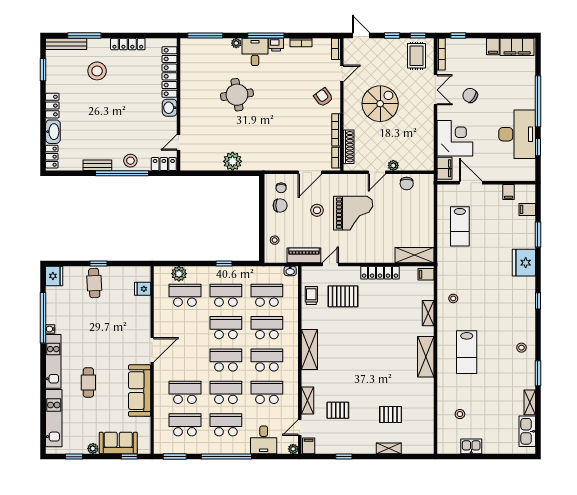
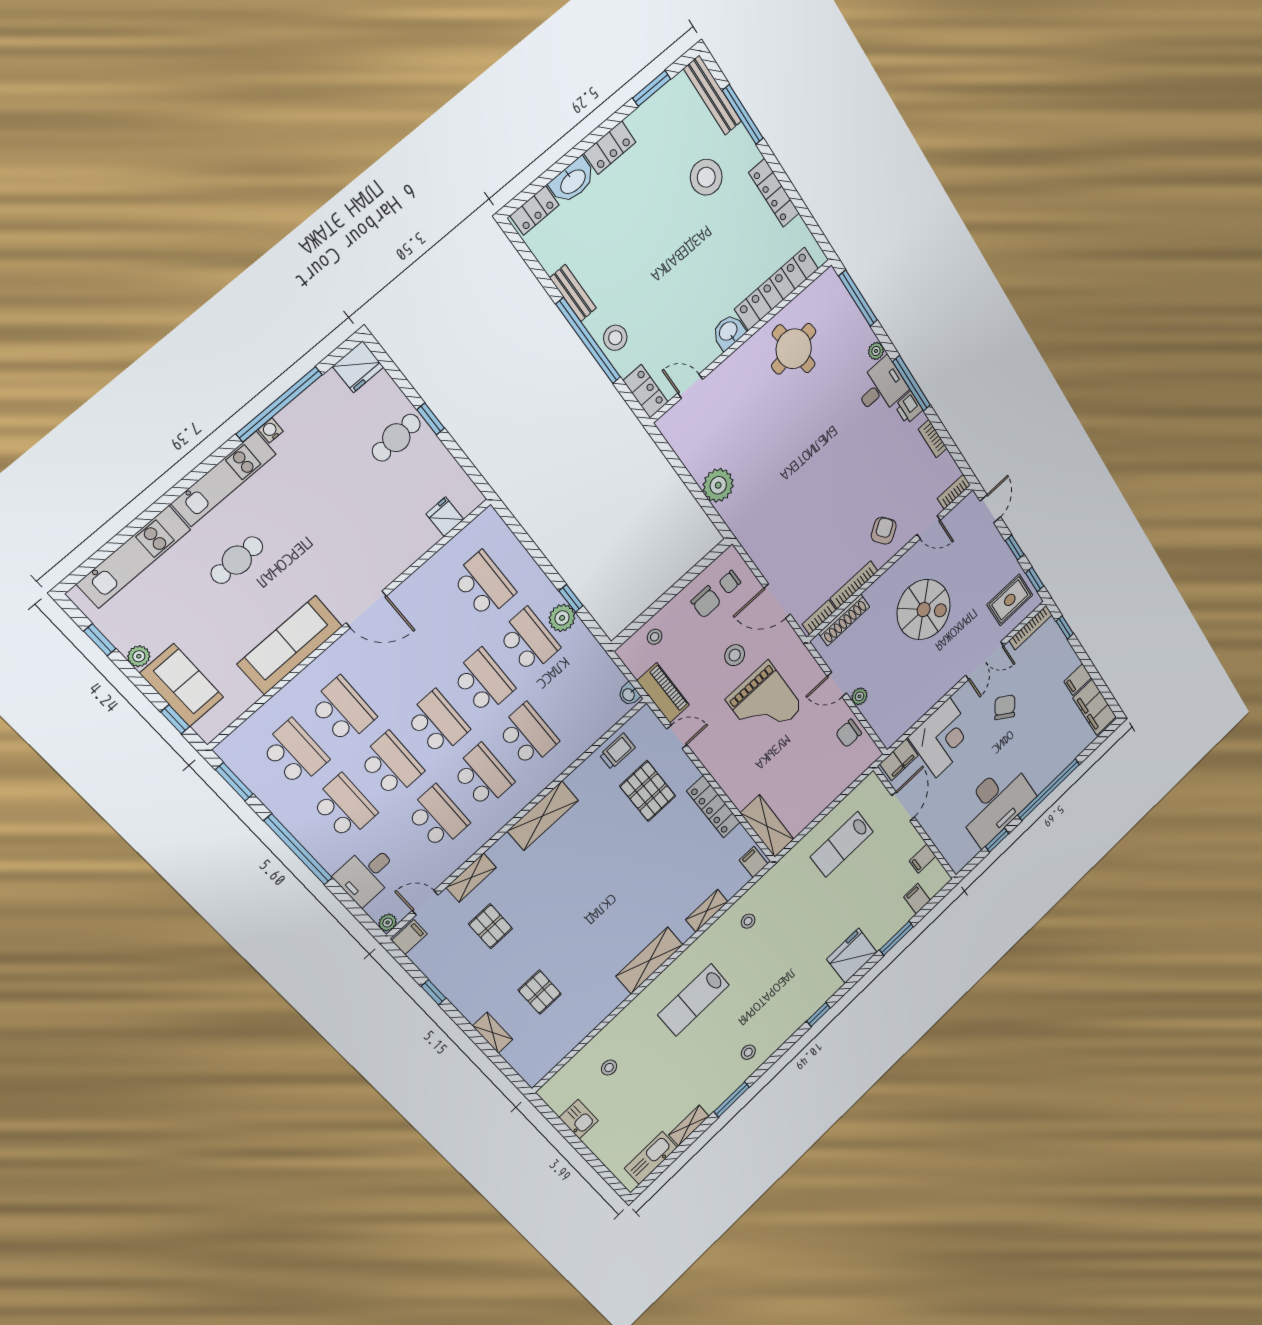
round table: (237, 95) -> (794, 349), moved
plant: (179, 274) -> (562, 618), moved
school desk: (267, 295) -> (572, 695), removed

